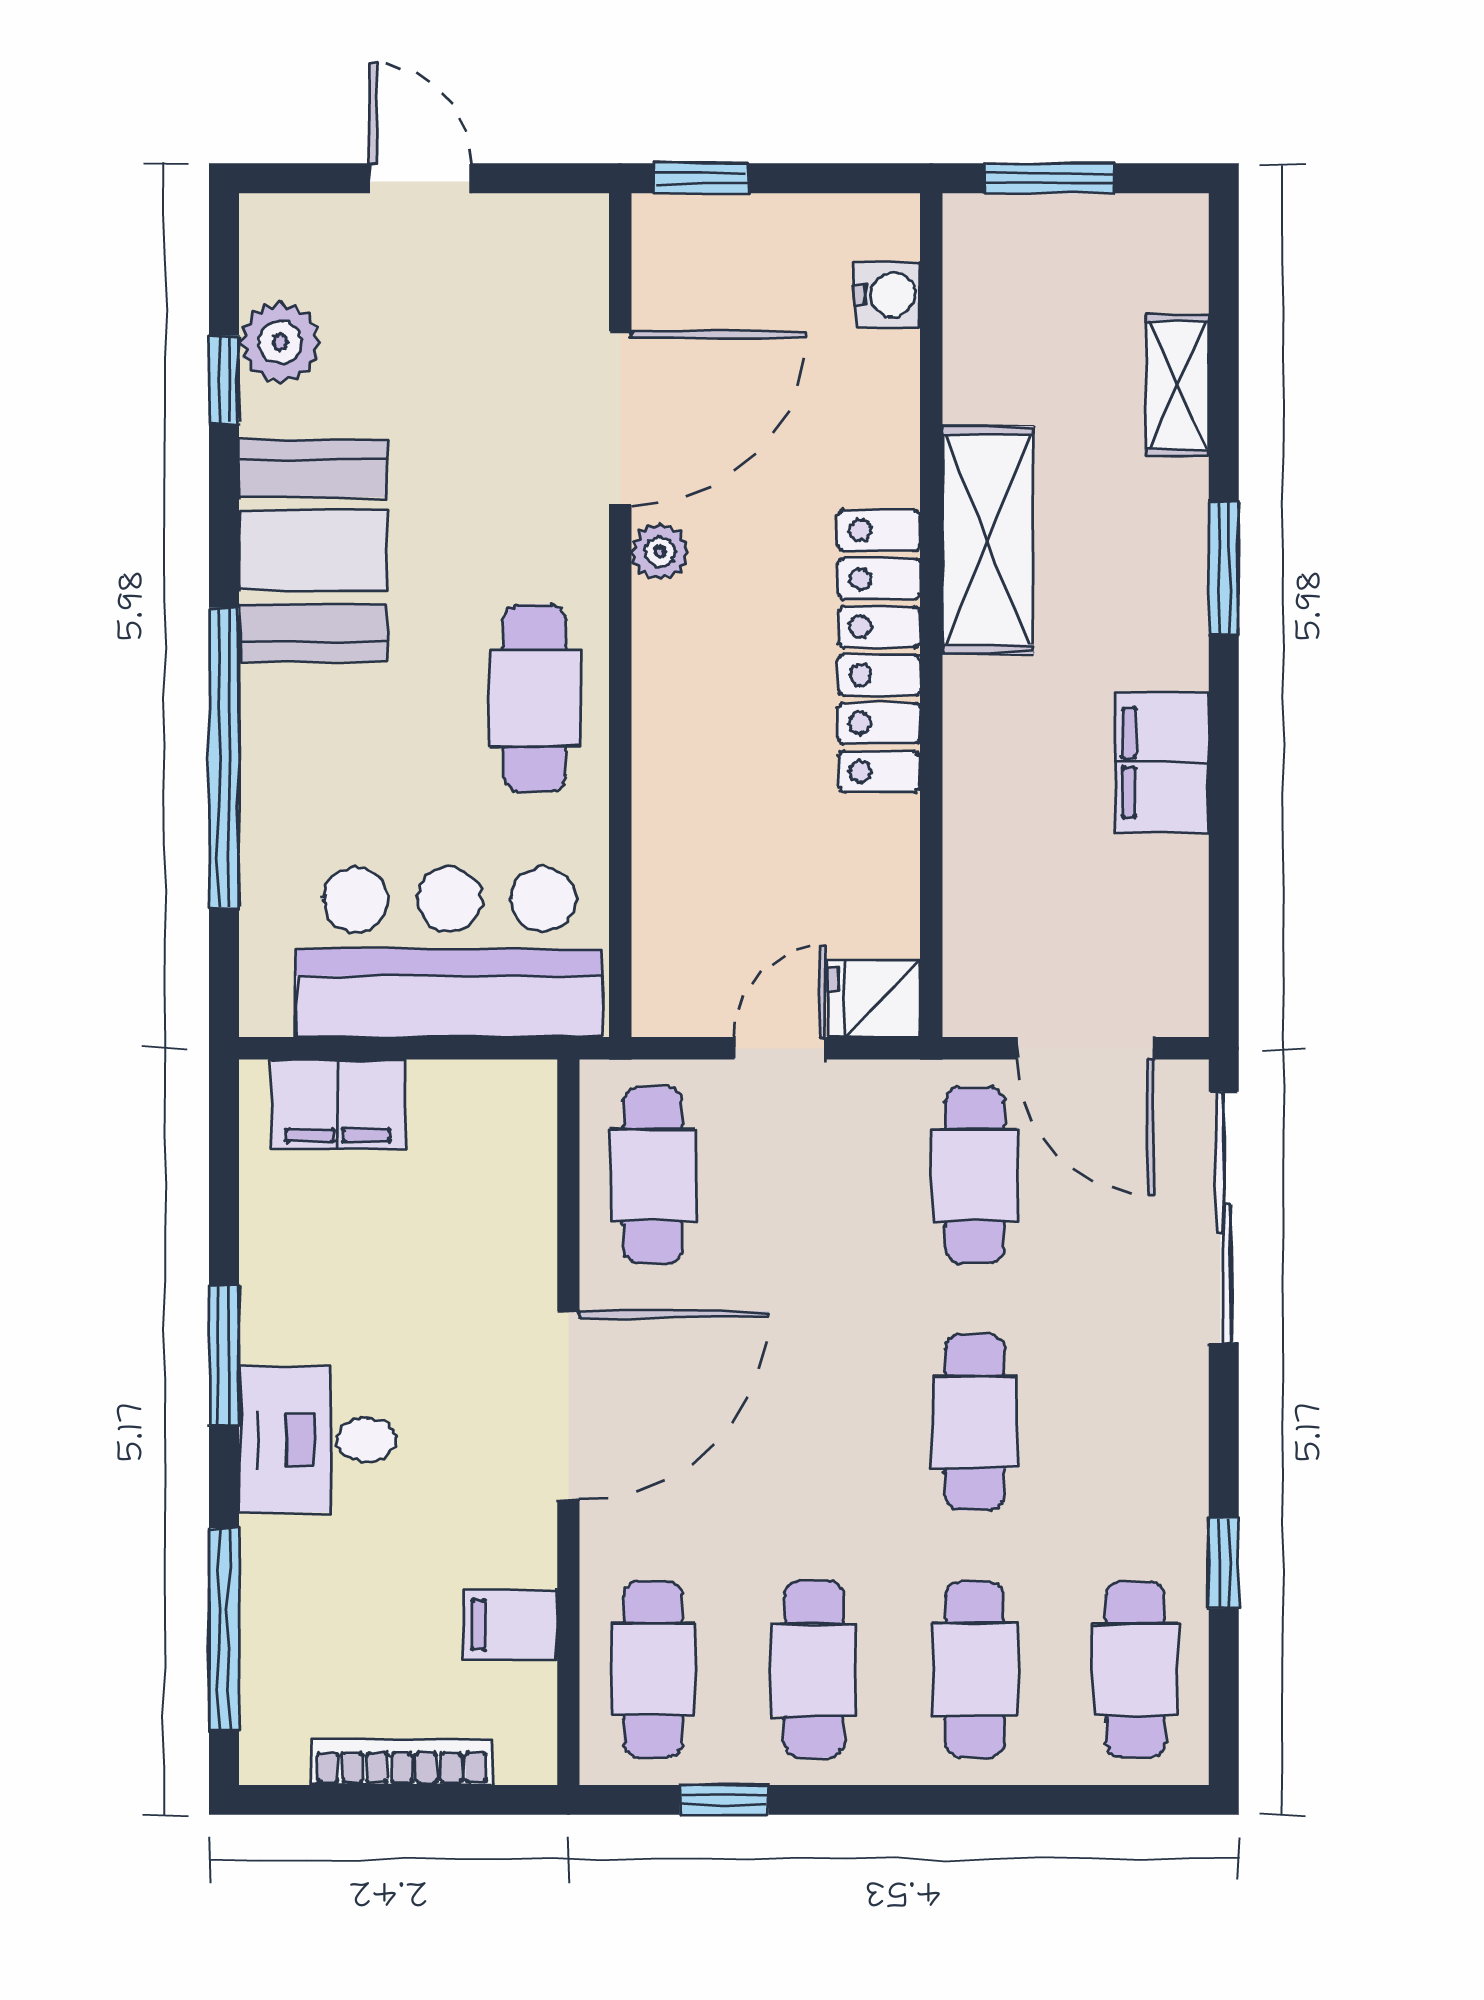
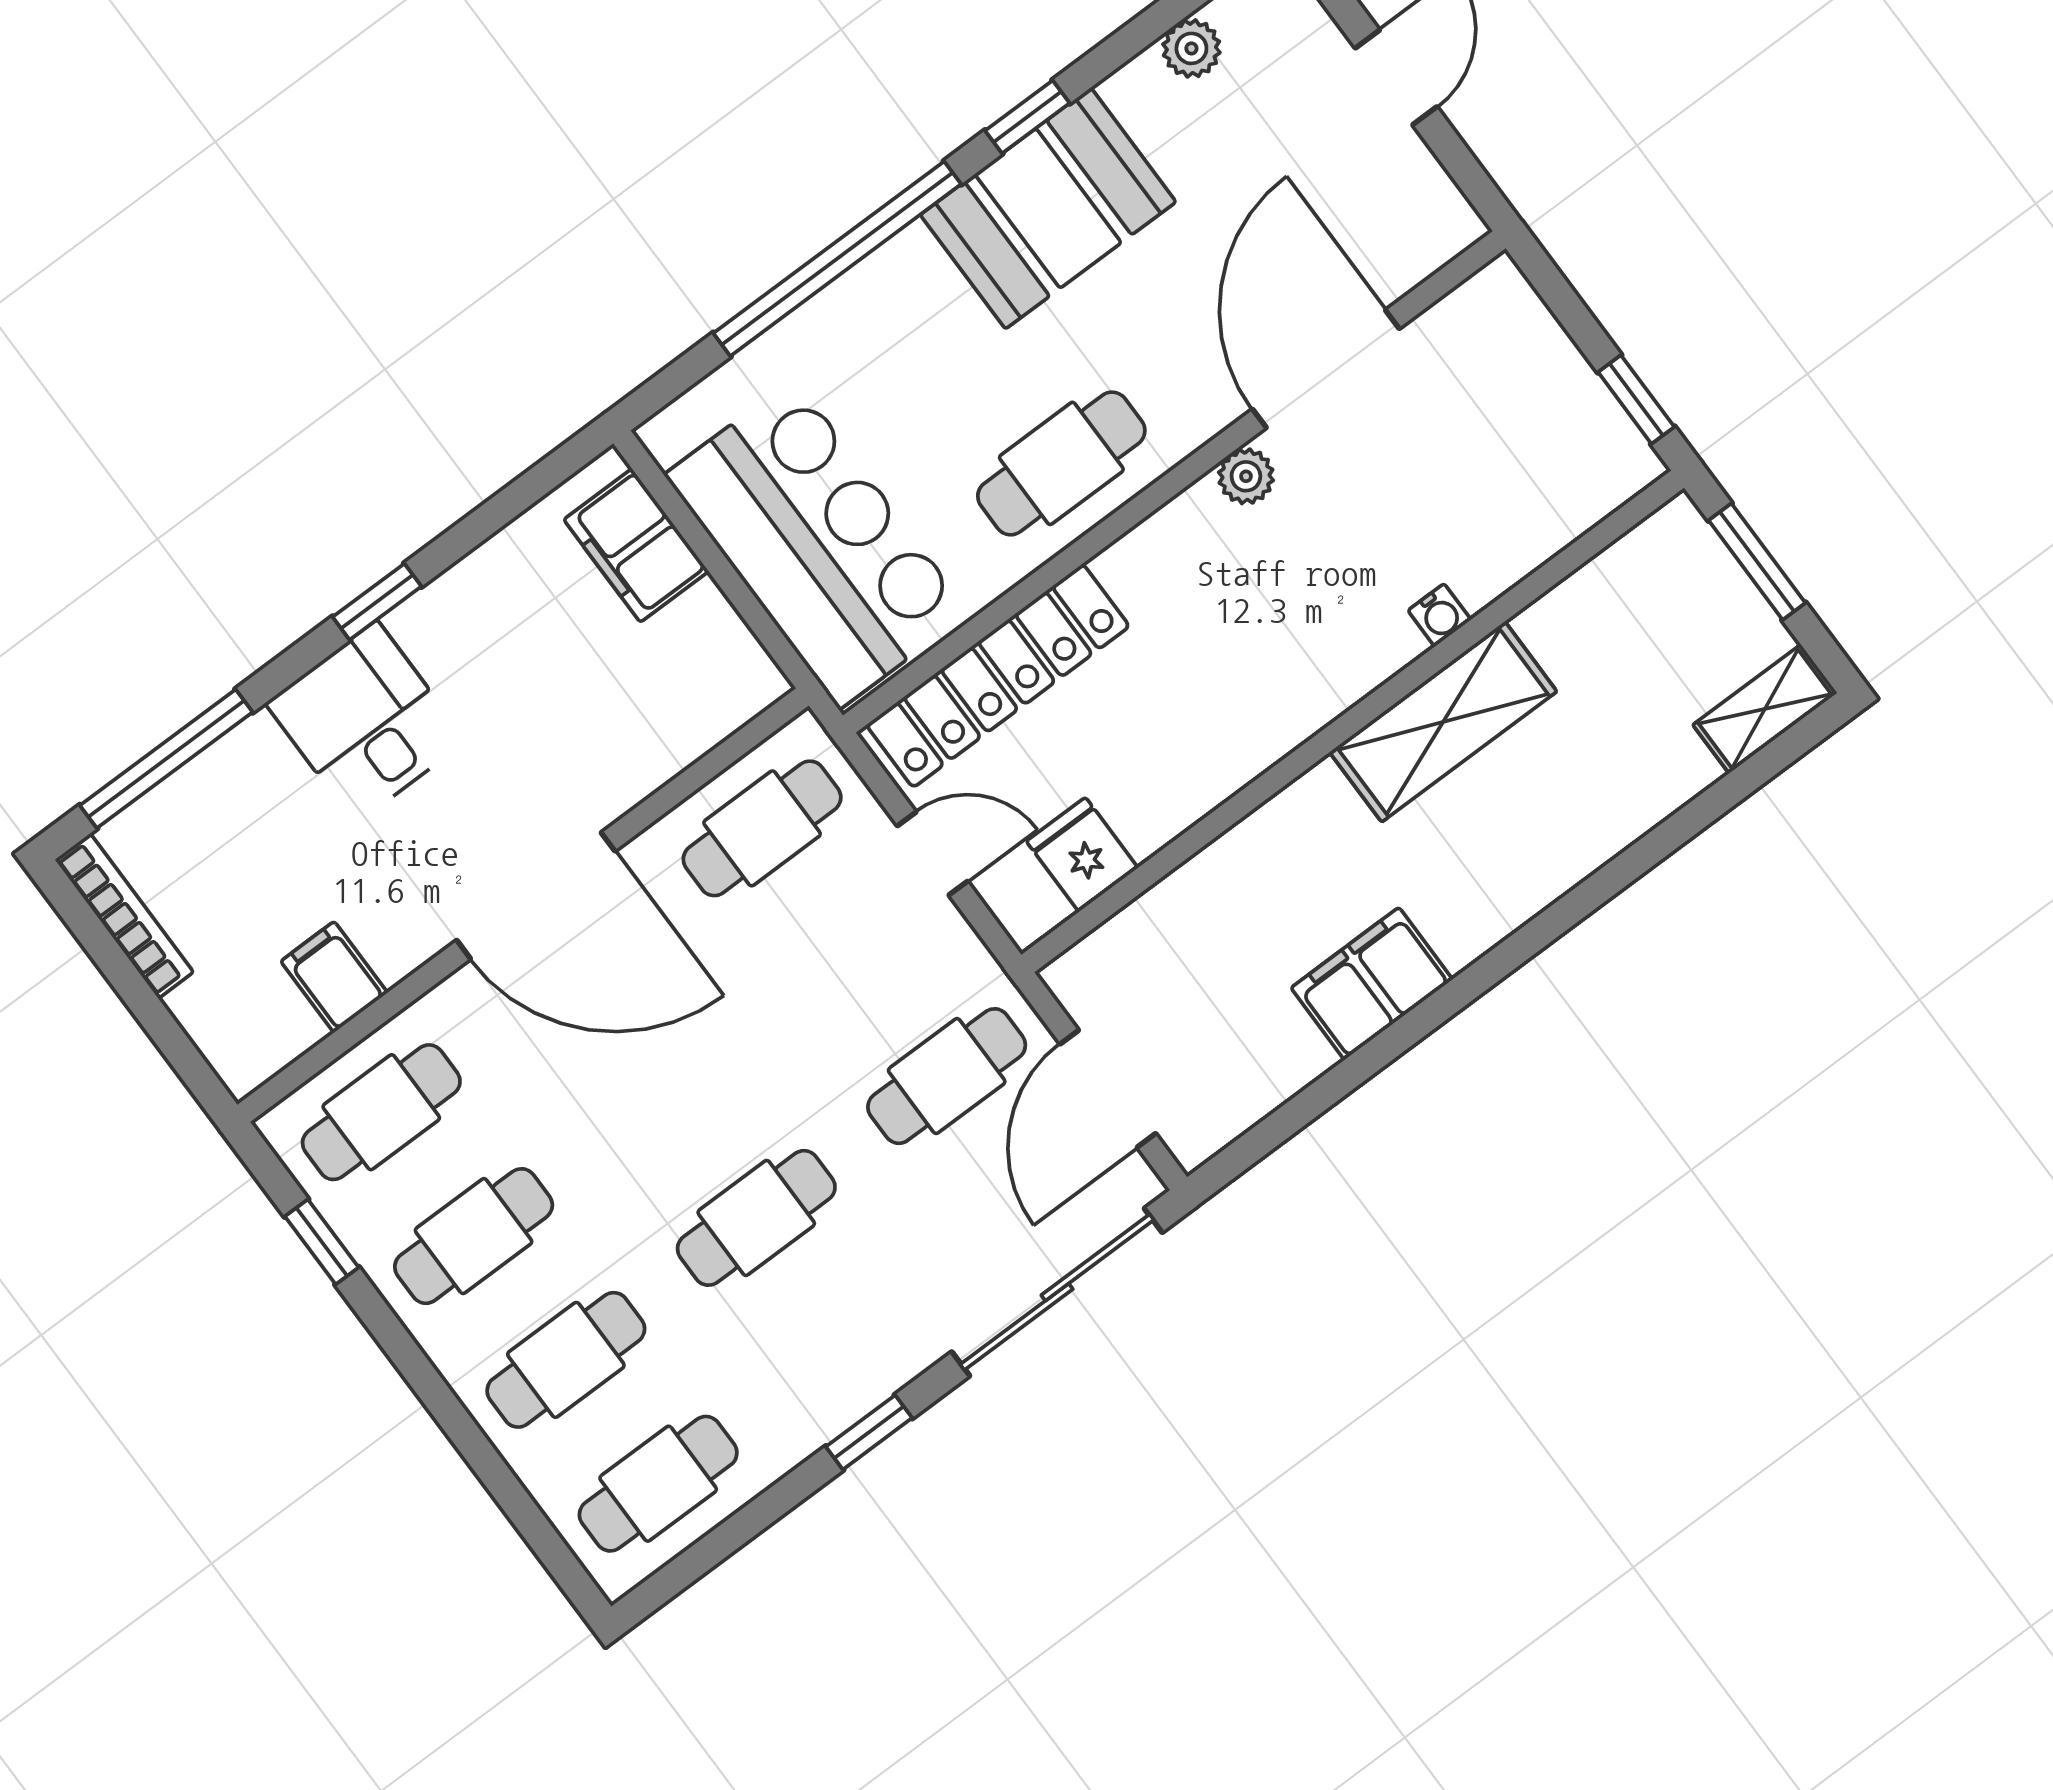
window: (701, 178) -> (1636, 400), moved
water cooler: (887, 295) -> (1439, 615), moved, width x0.72, depth x0.72
plant: (280, 342) -> (1191, 48), width x0.73, depth x0.73
window: (224, 380) -> (1027, 117), moved
shelving: (1177, 385) -> (1765, 709), moved
door: (620, 418) -> (1326, 369), swing flipped
window: (1224, 568) -> (1557, 920), removed
locker: (879, 651) -> (998, 676), moved, turned 180
fridge: (874, 999) -> (1082, 855), moved
window: (224, 1355) -> (377, 602), width x0.67
window: (1224, 1563) -> (869, 1432), moved
bookcase: (402, 1762) -> (124, 916), moved

